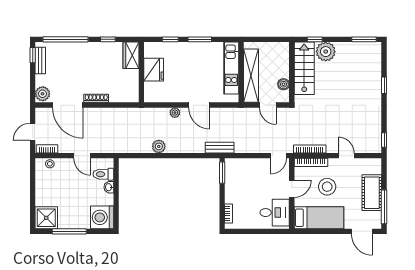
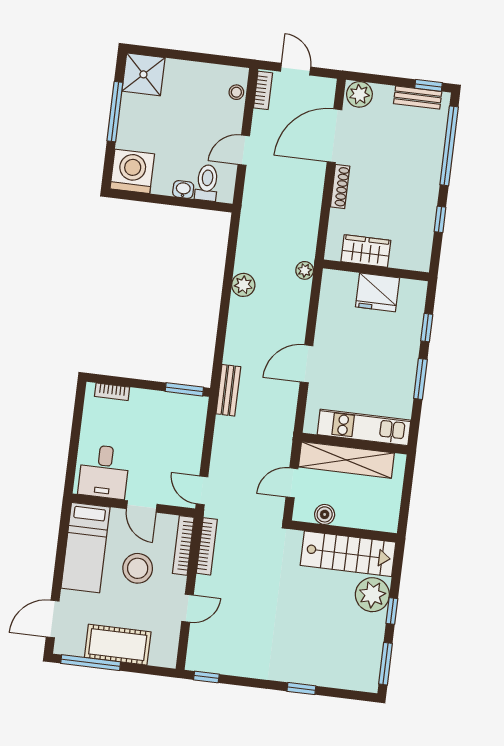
window: (315, 39) -> (392, 611), moved
wardrobe: (131, 55) -> (366, 251), moved
plant: (175, 113) -> (305, 270), moved

